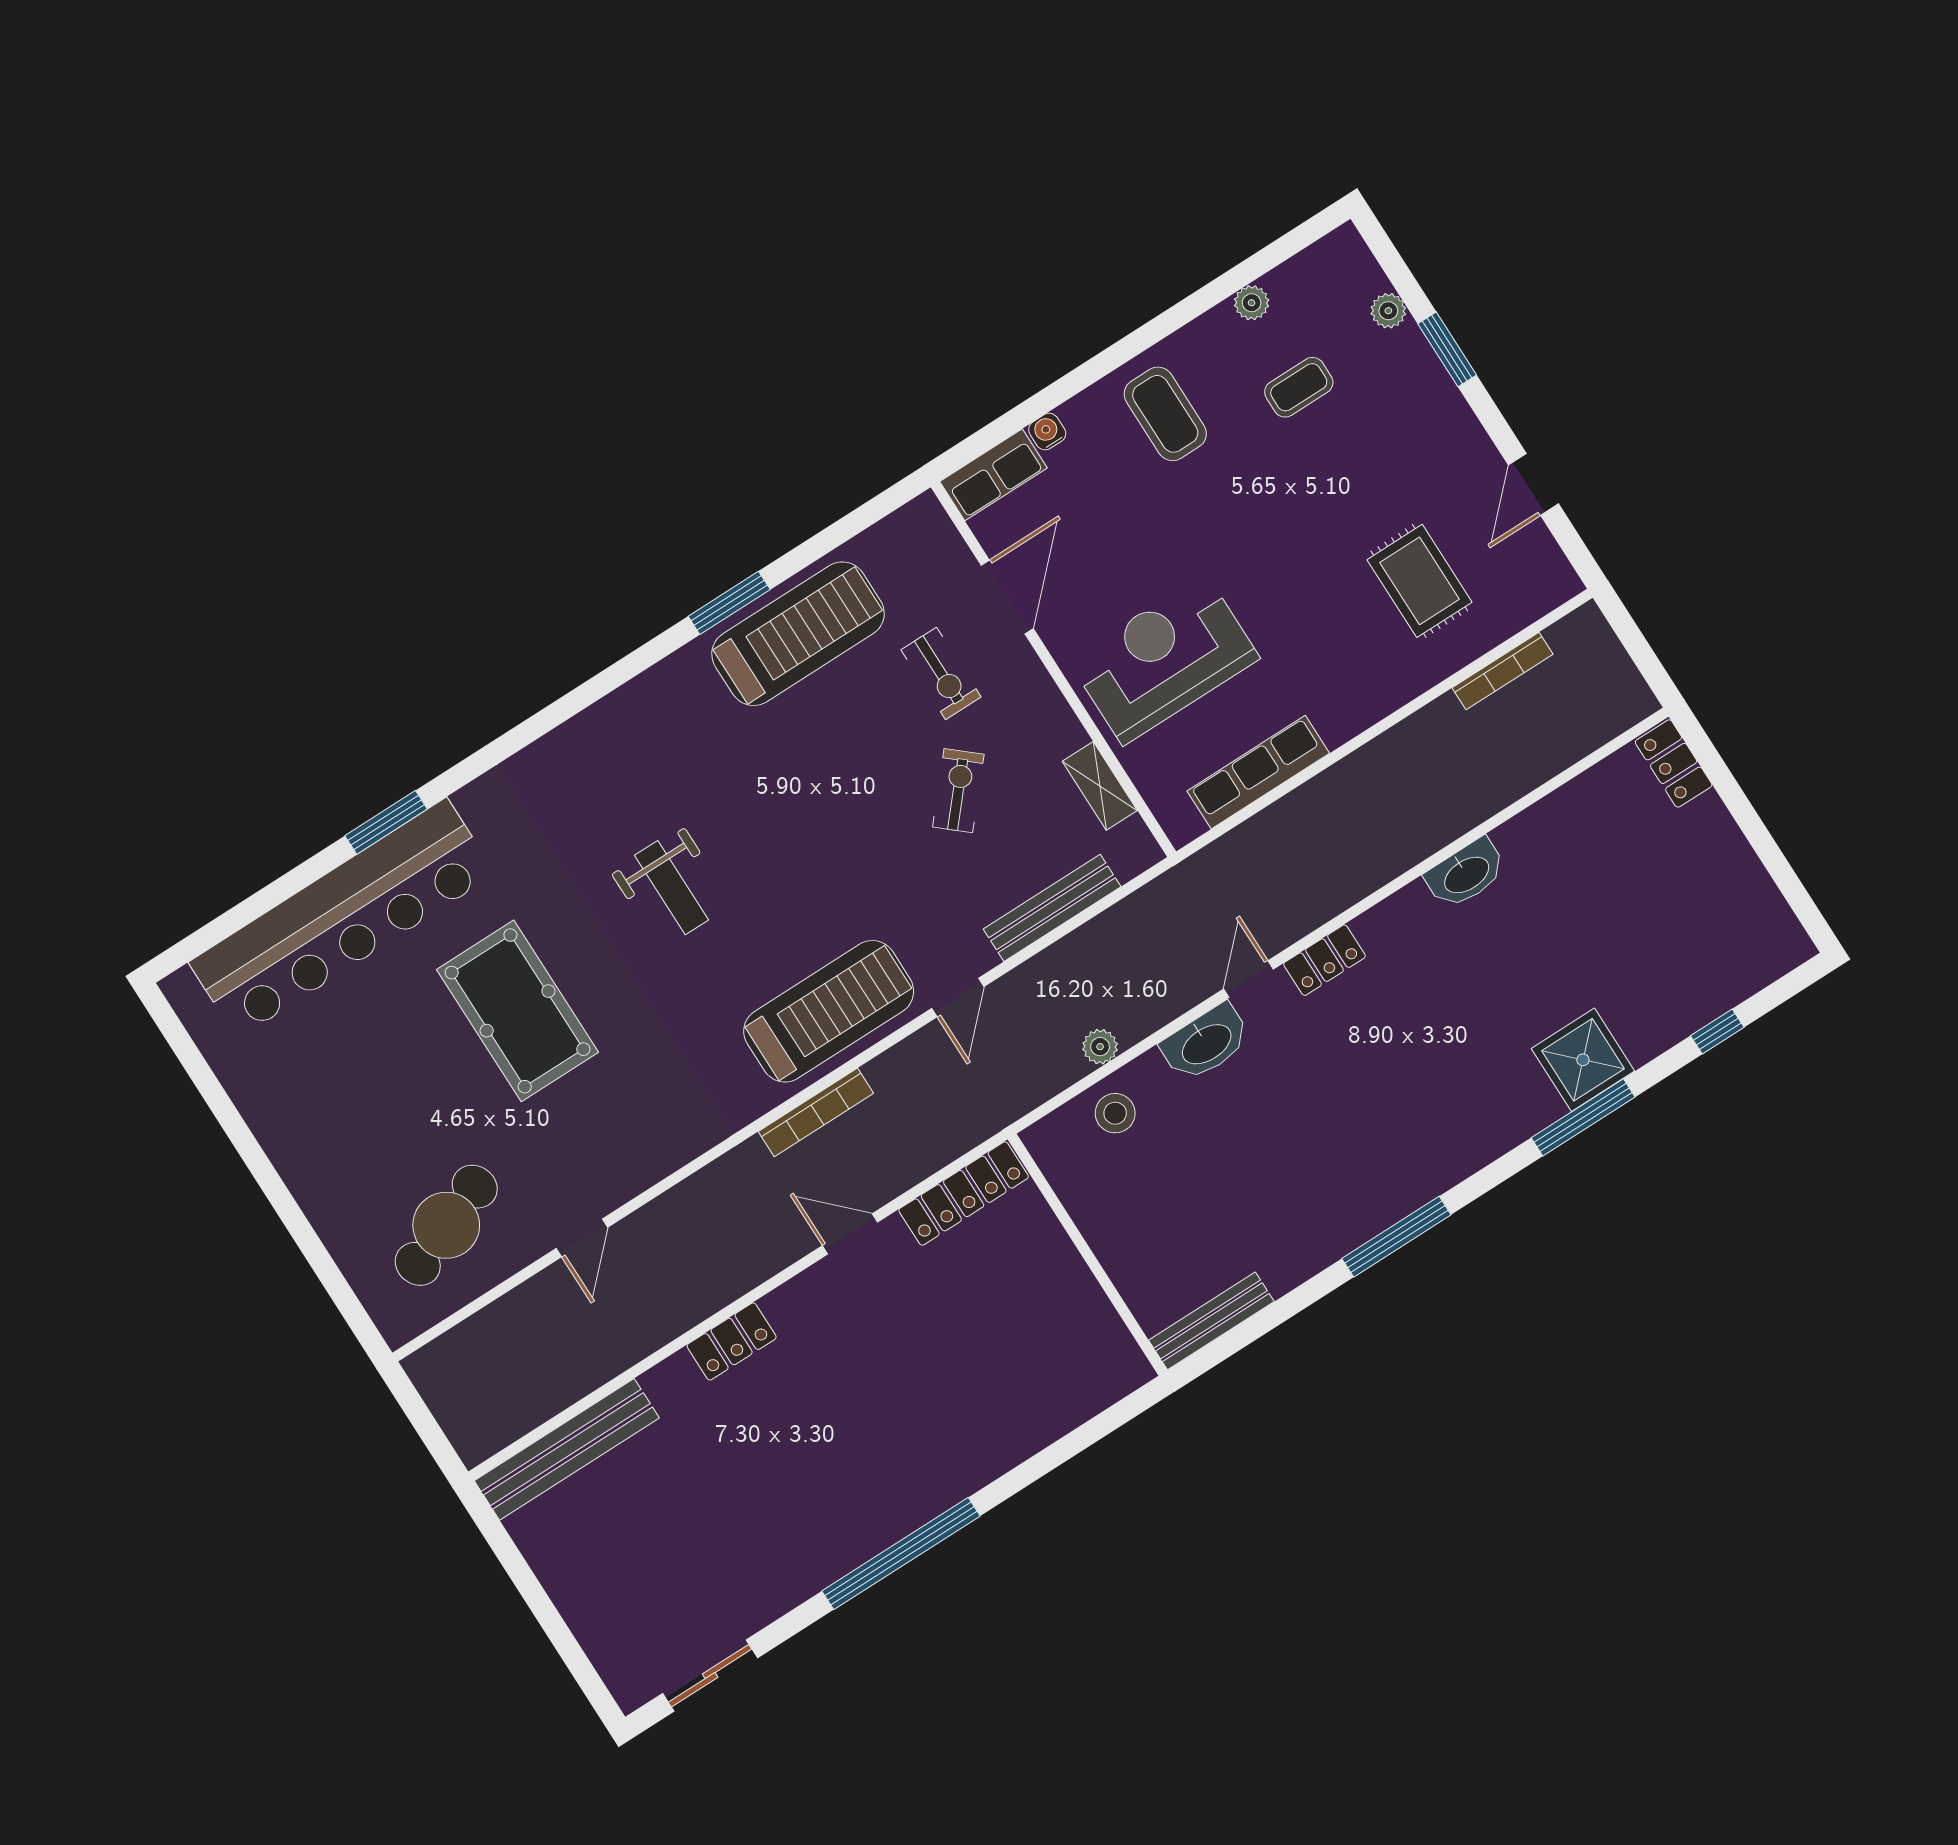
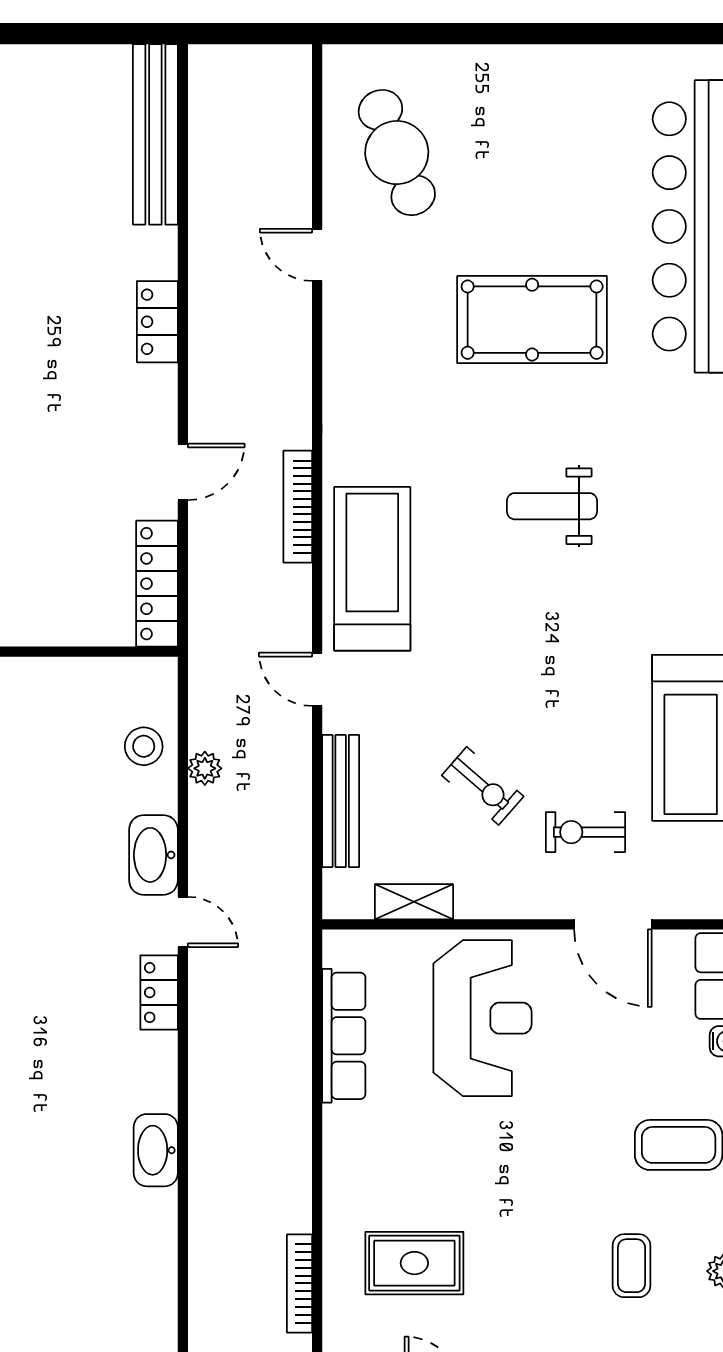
treadmill: (829, 1011) -> (372, 569), turned 180

